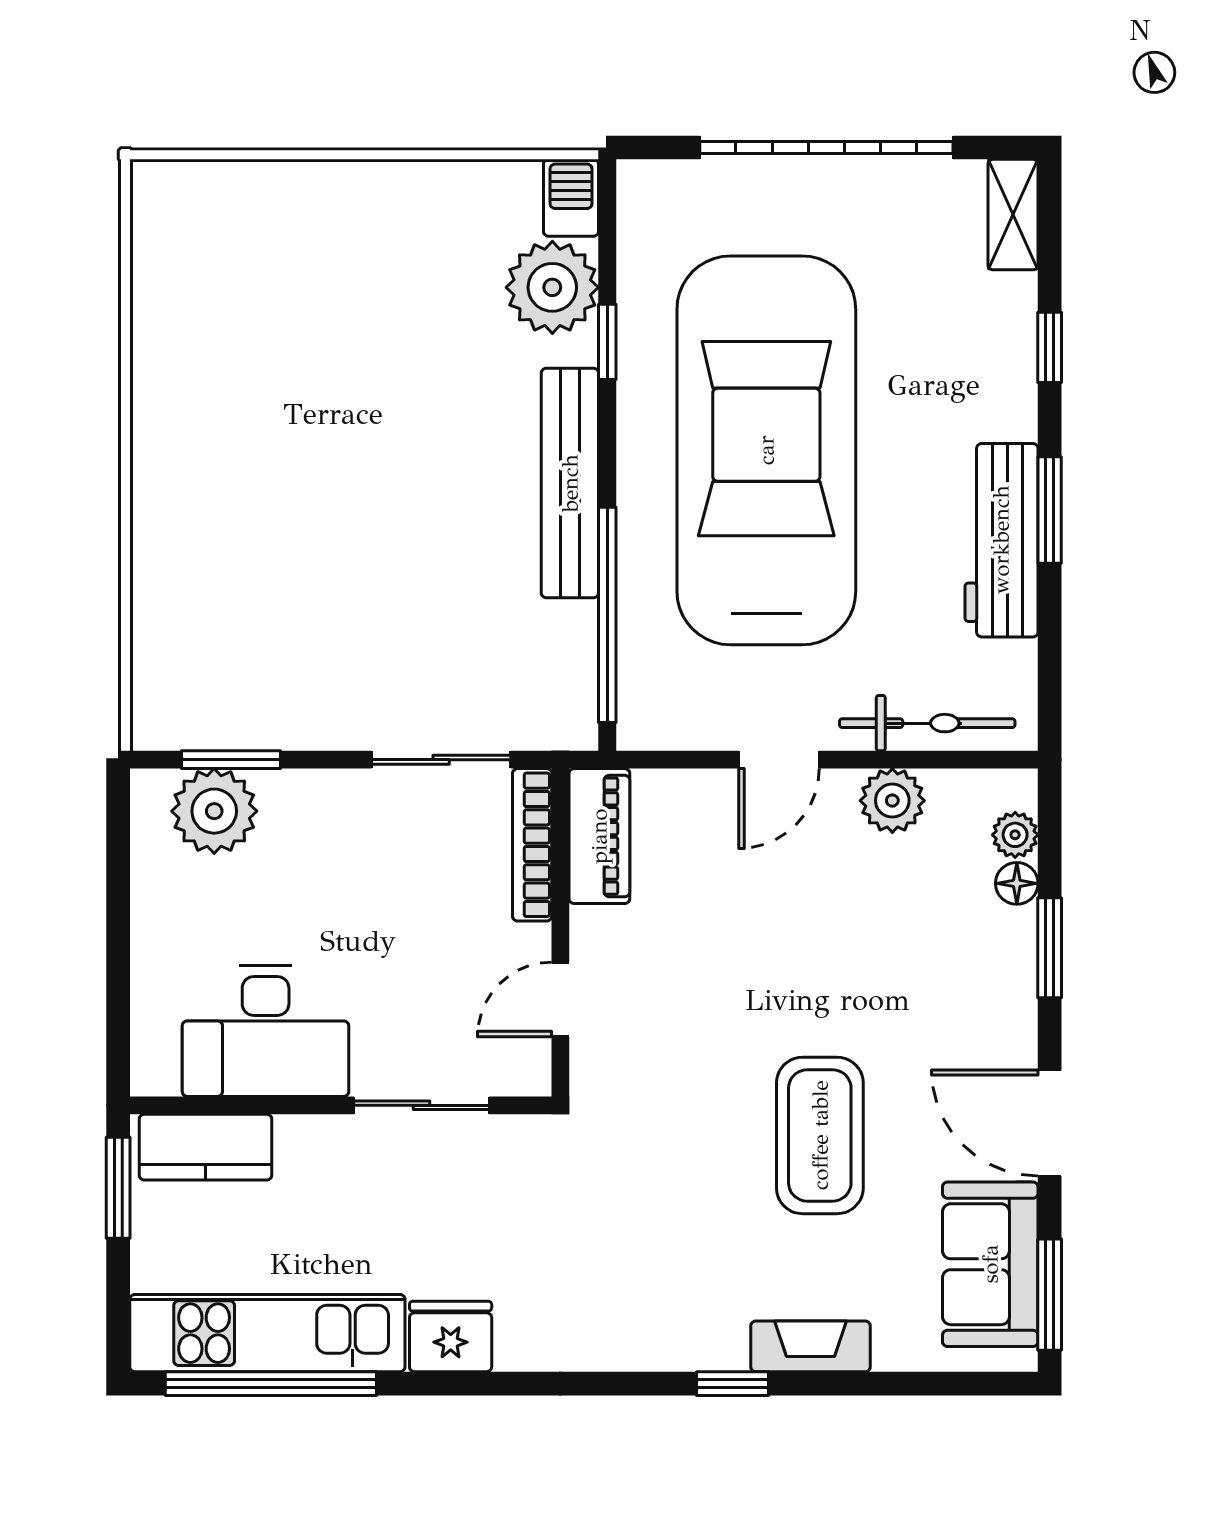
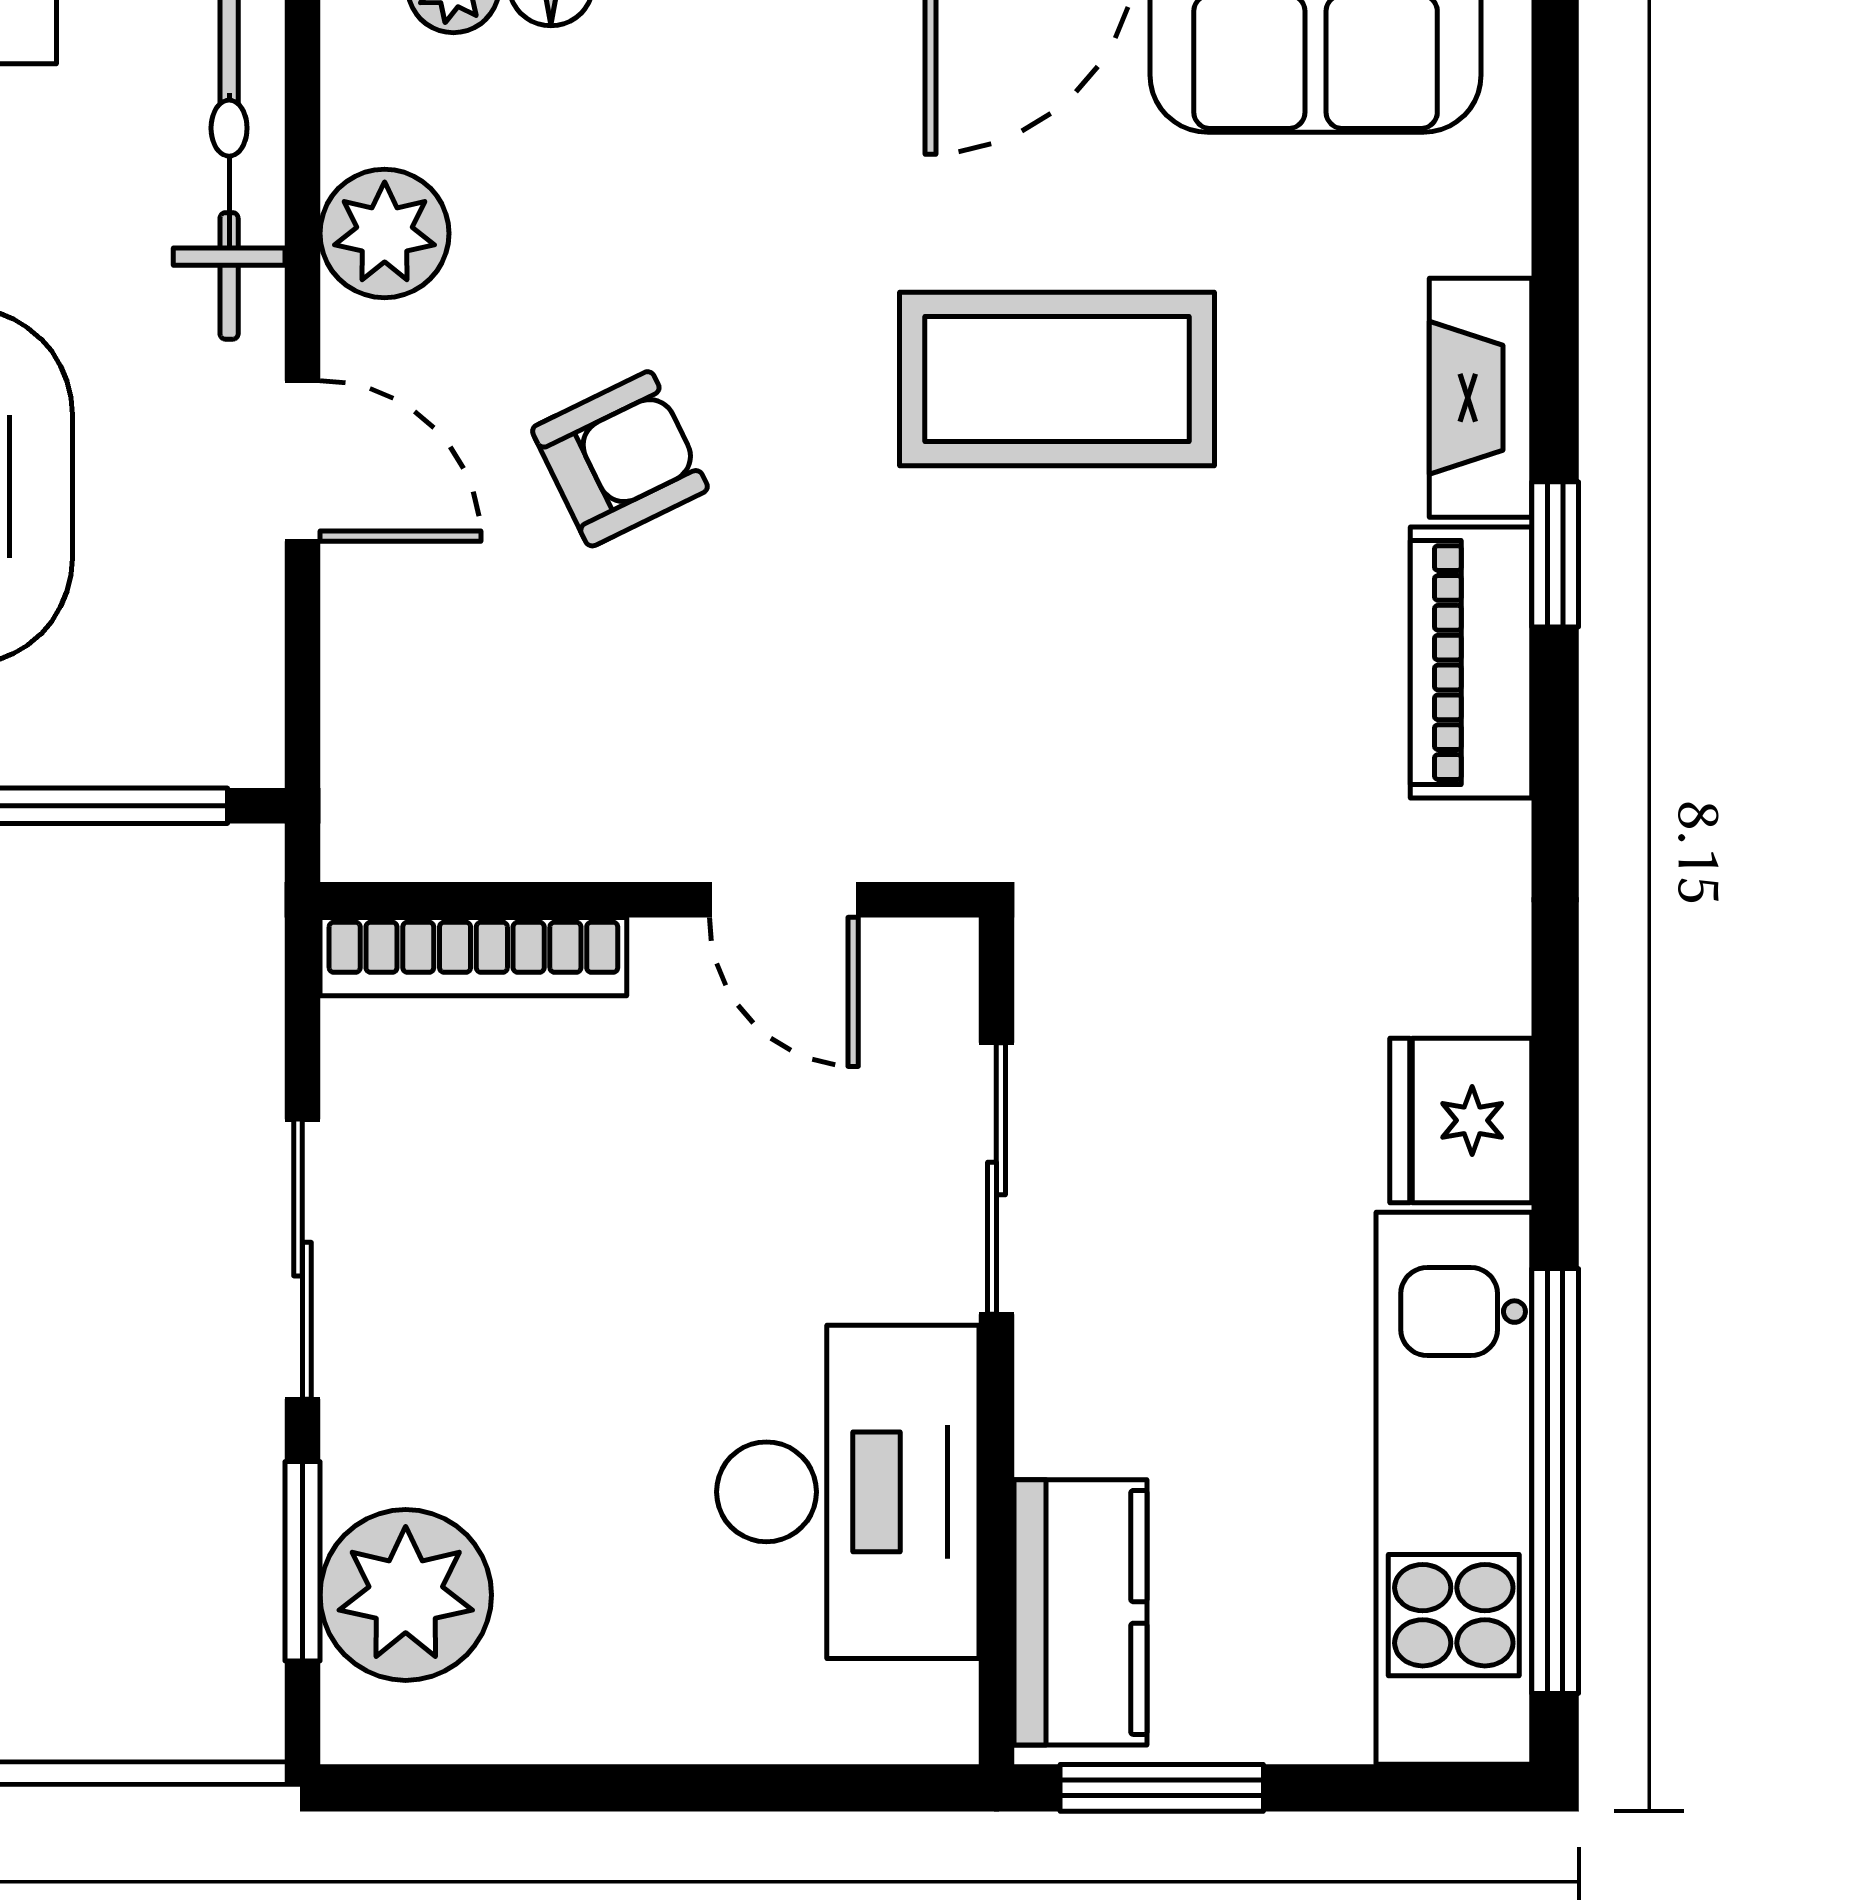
sliding door: (441, 760) -> (302, 1259), moved
piano: (599, 836) -> (1471, 663), moved, turned -90
armchair: (780, 918) -> (620, 459), added

